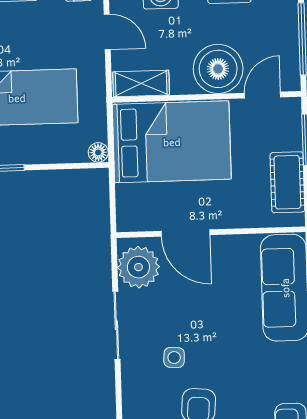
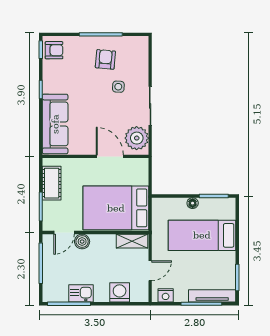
door: (107, 32) -> (150, 271), swing flipped
boiler: (218, 69) -> (82, 242), width x0.54, depth x0.54
floor lamp: (98, 152) -> (193, 203), moved

